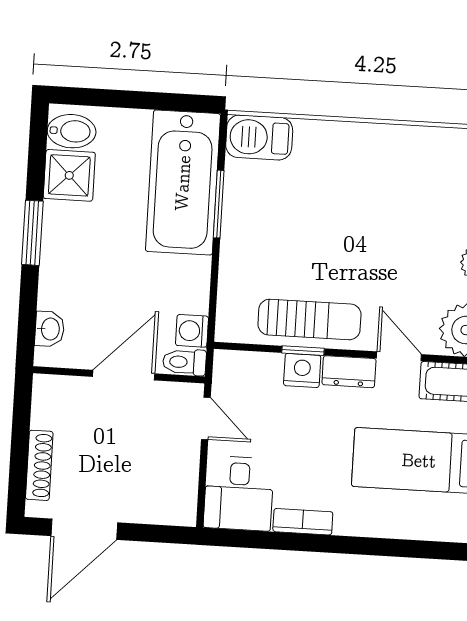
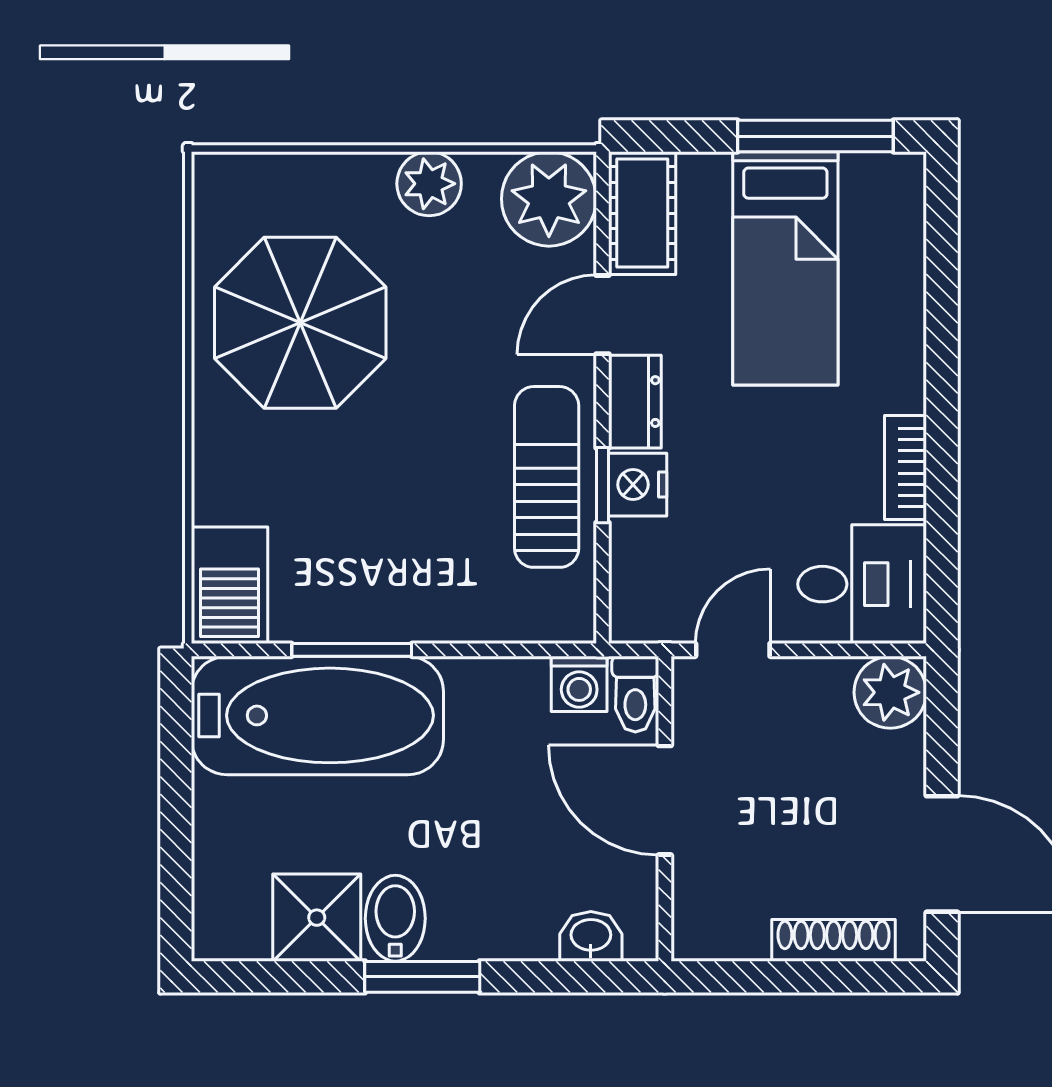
bidet: (72, 131) -> (395, 918), moved
parasol: (404, 186) -> (300, 323), added
plant: (177, 506) -> (890, 692), added

